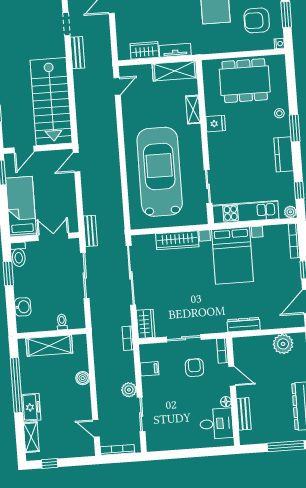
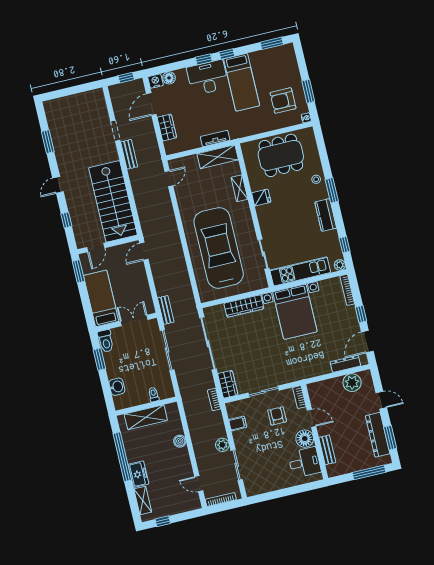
wardrobe: (144, 50) -> (167, 127), moved, turned 90
dresser: (244, 325) -> (345, 364), moved
floor lamp: (226, 402) -> (305, 439), width x1.89, depth x1.89

